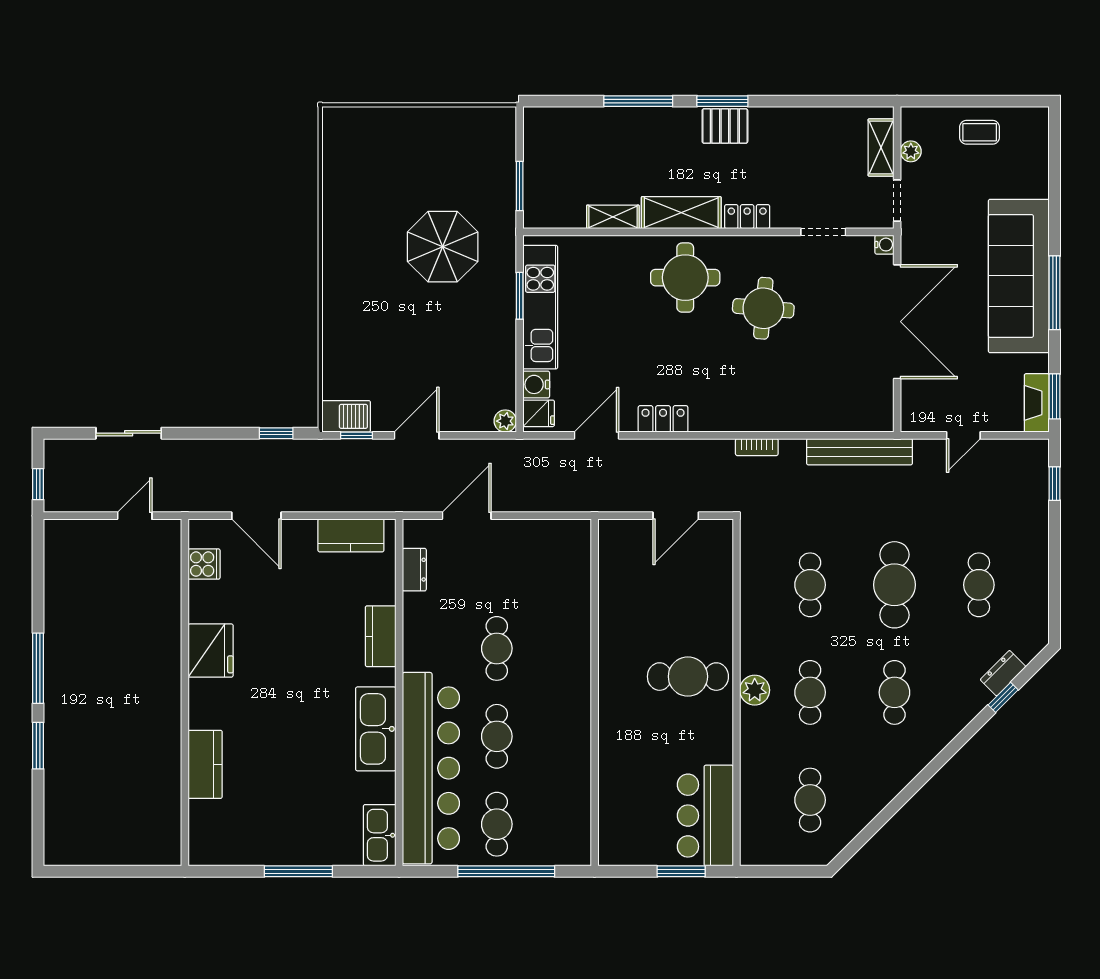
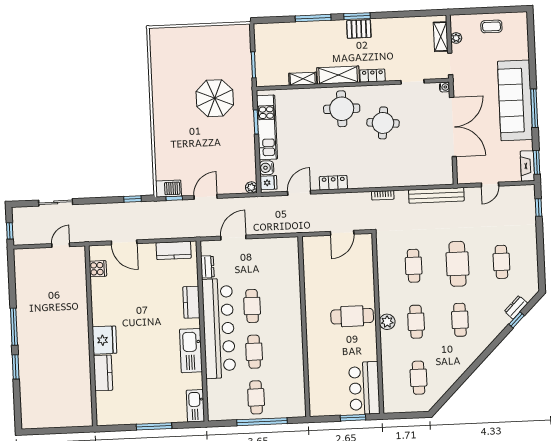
fridge: (211, 651) -> (104, 340), moved
bar counter: (431, 768) -> (219, 328), moved

